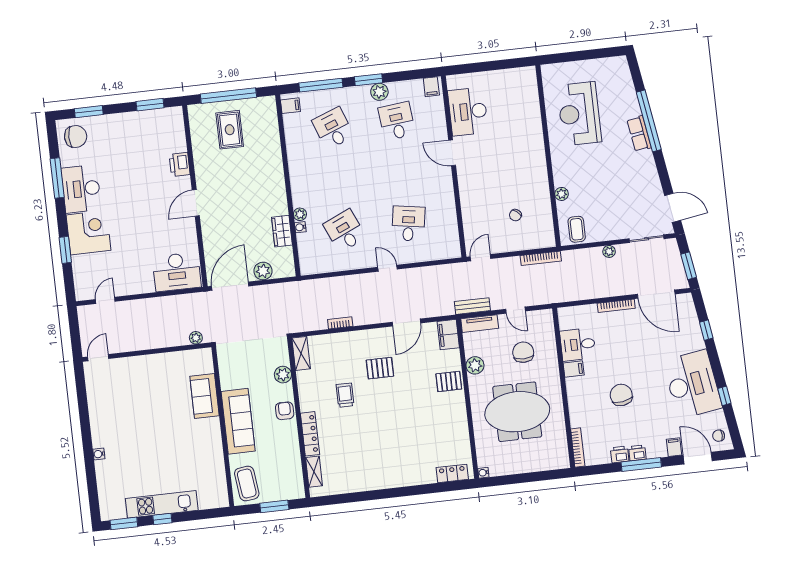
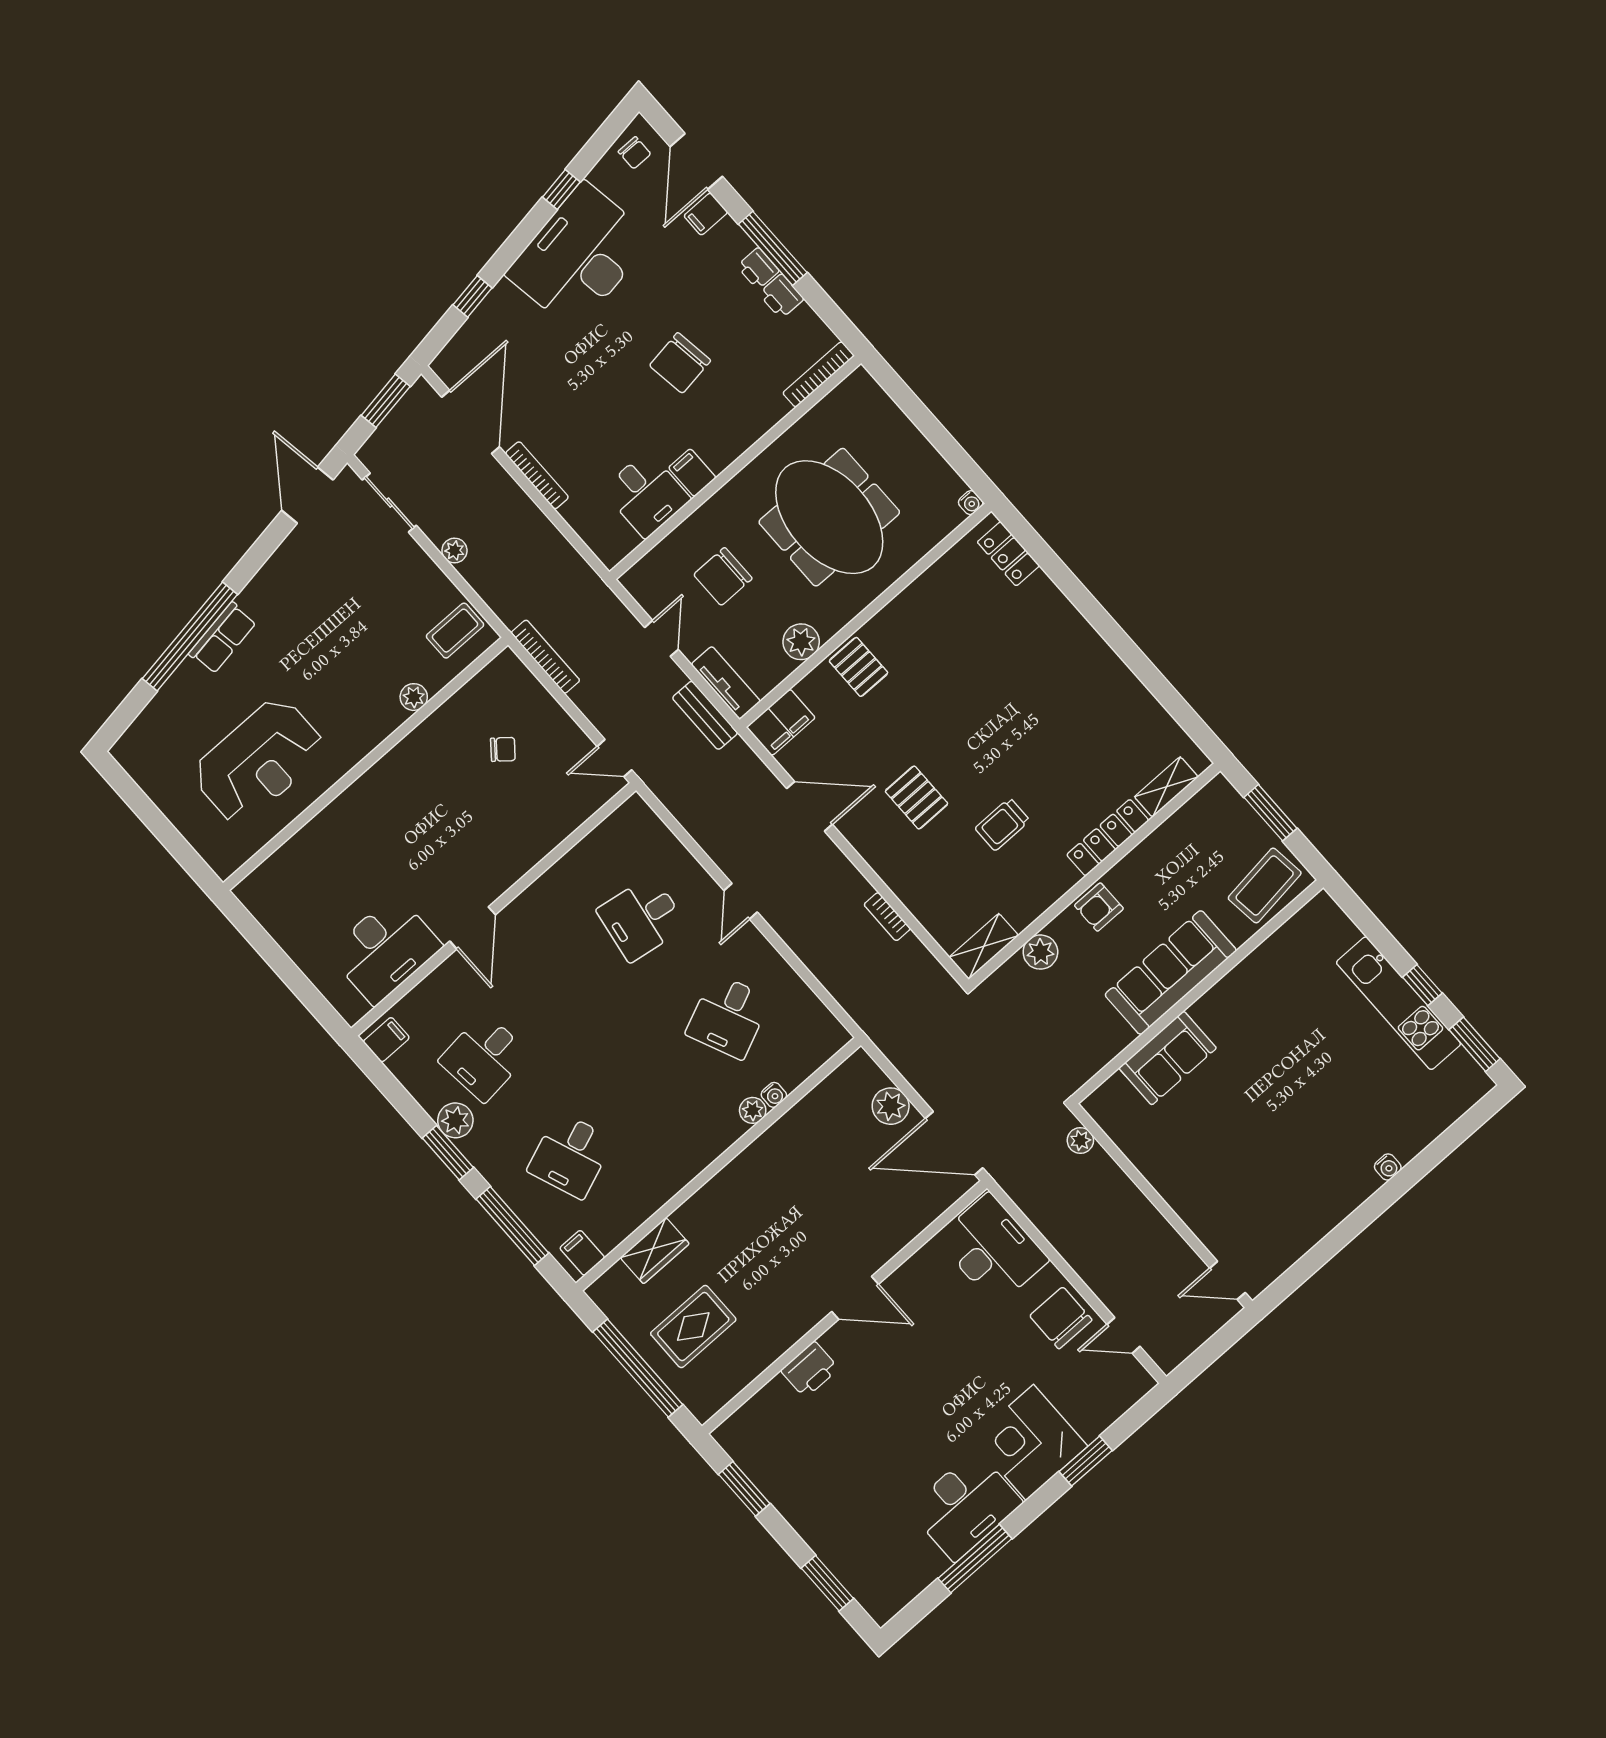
chair: (76, 137) -> (1061, 1318), moved
wardrobe: (282, 231) -> (655, 1251), moved

